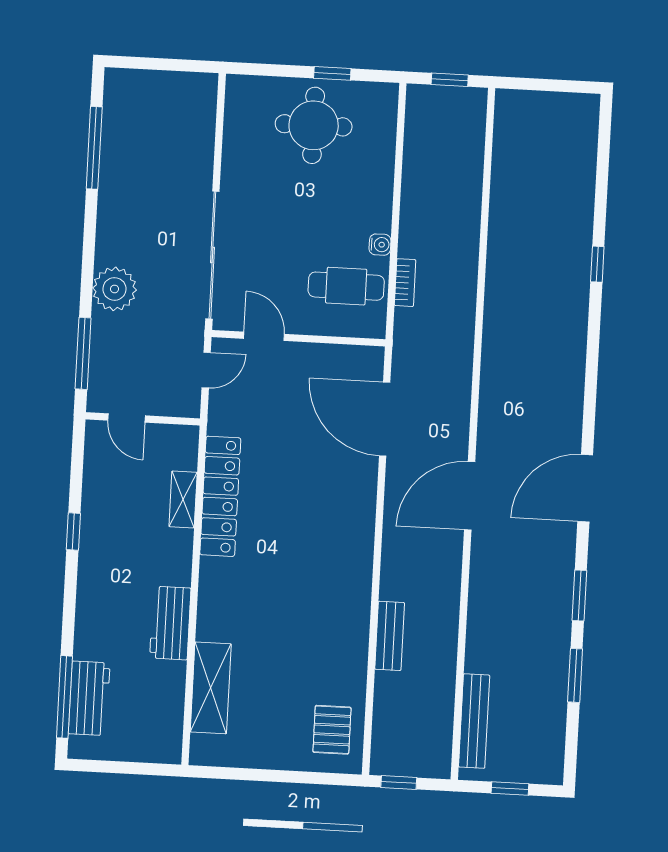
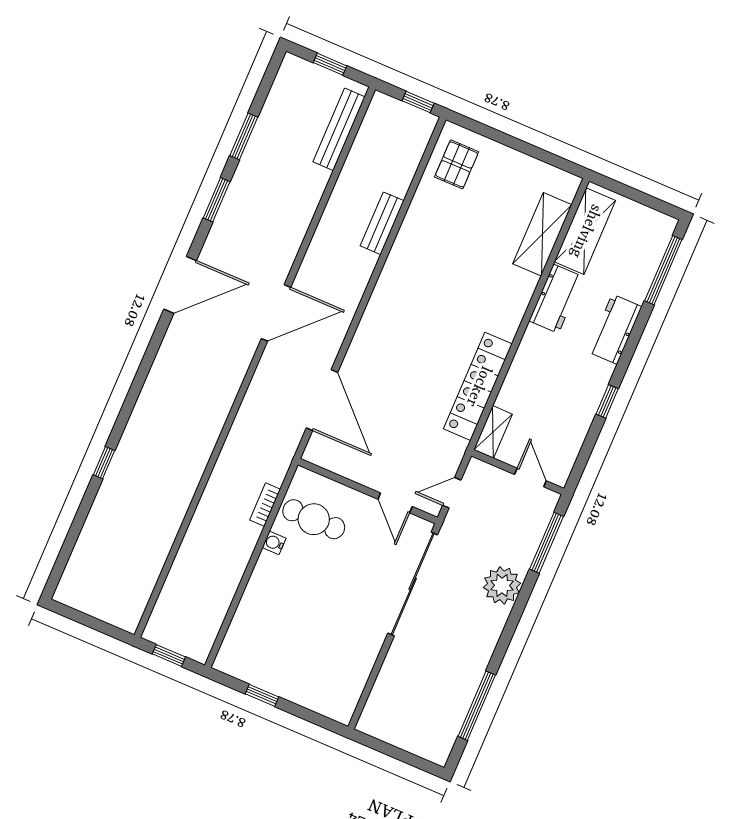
round table: (314, 125) -> (293, 659), removed
shelving: (183, 499) -> (493, 432), moved
workbench: (89, 698) -> (615, 329), moved
shelving: (166, 708) -> (585, 231), added

